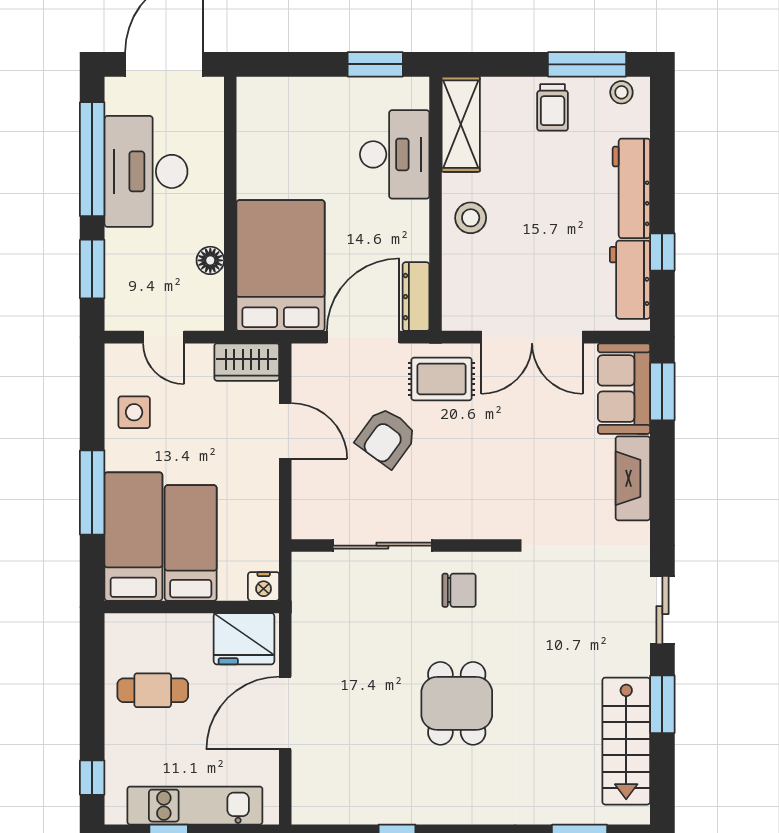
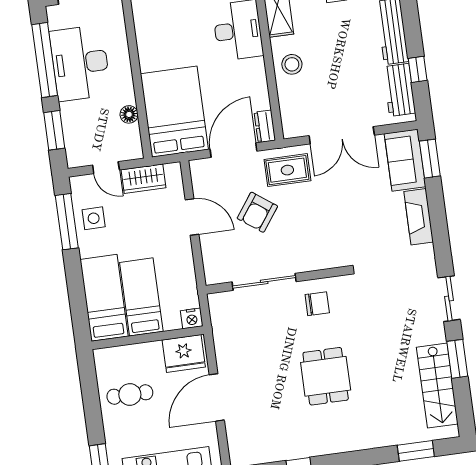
dresser: (416, 297) -> (265, 126), width x0.70
wardrobe: (247, 362) -> (143, 179), moved
window: (92, 492) -> (67, 222), moved

